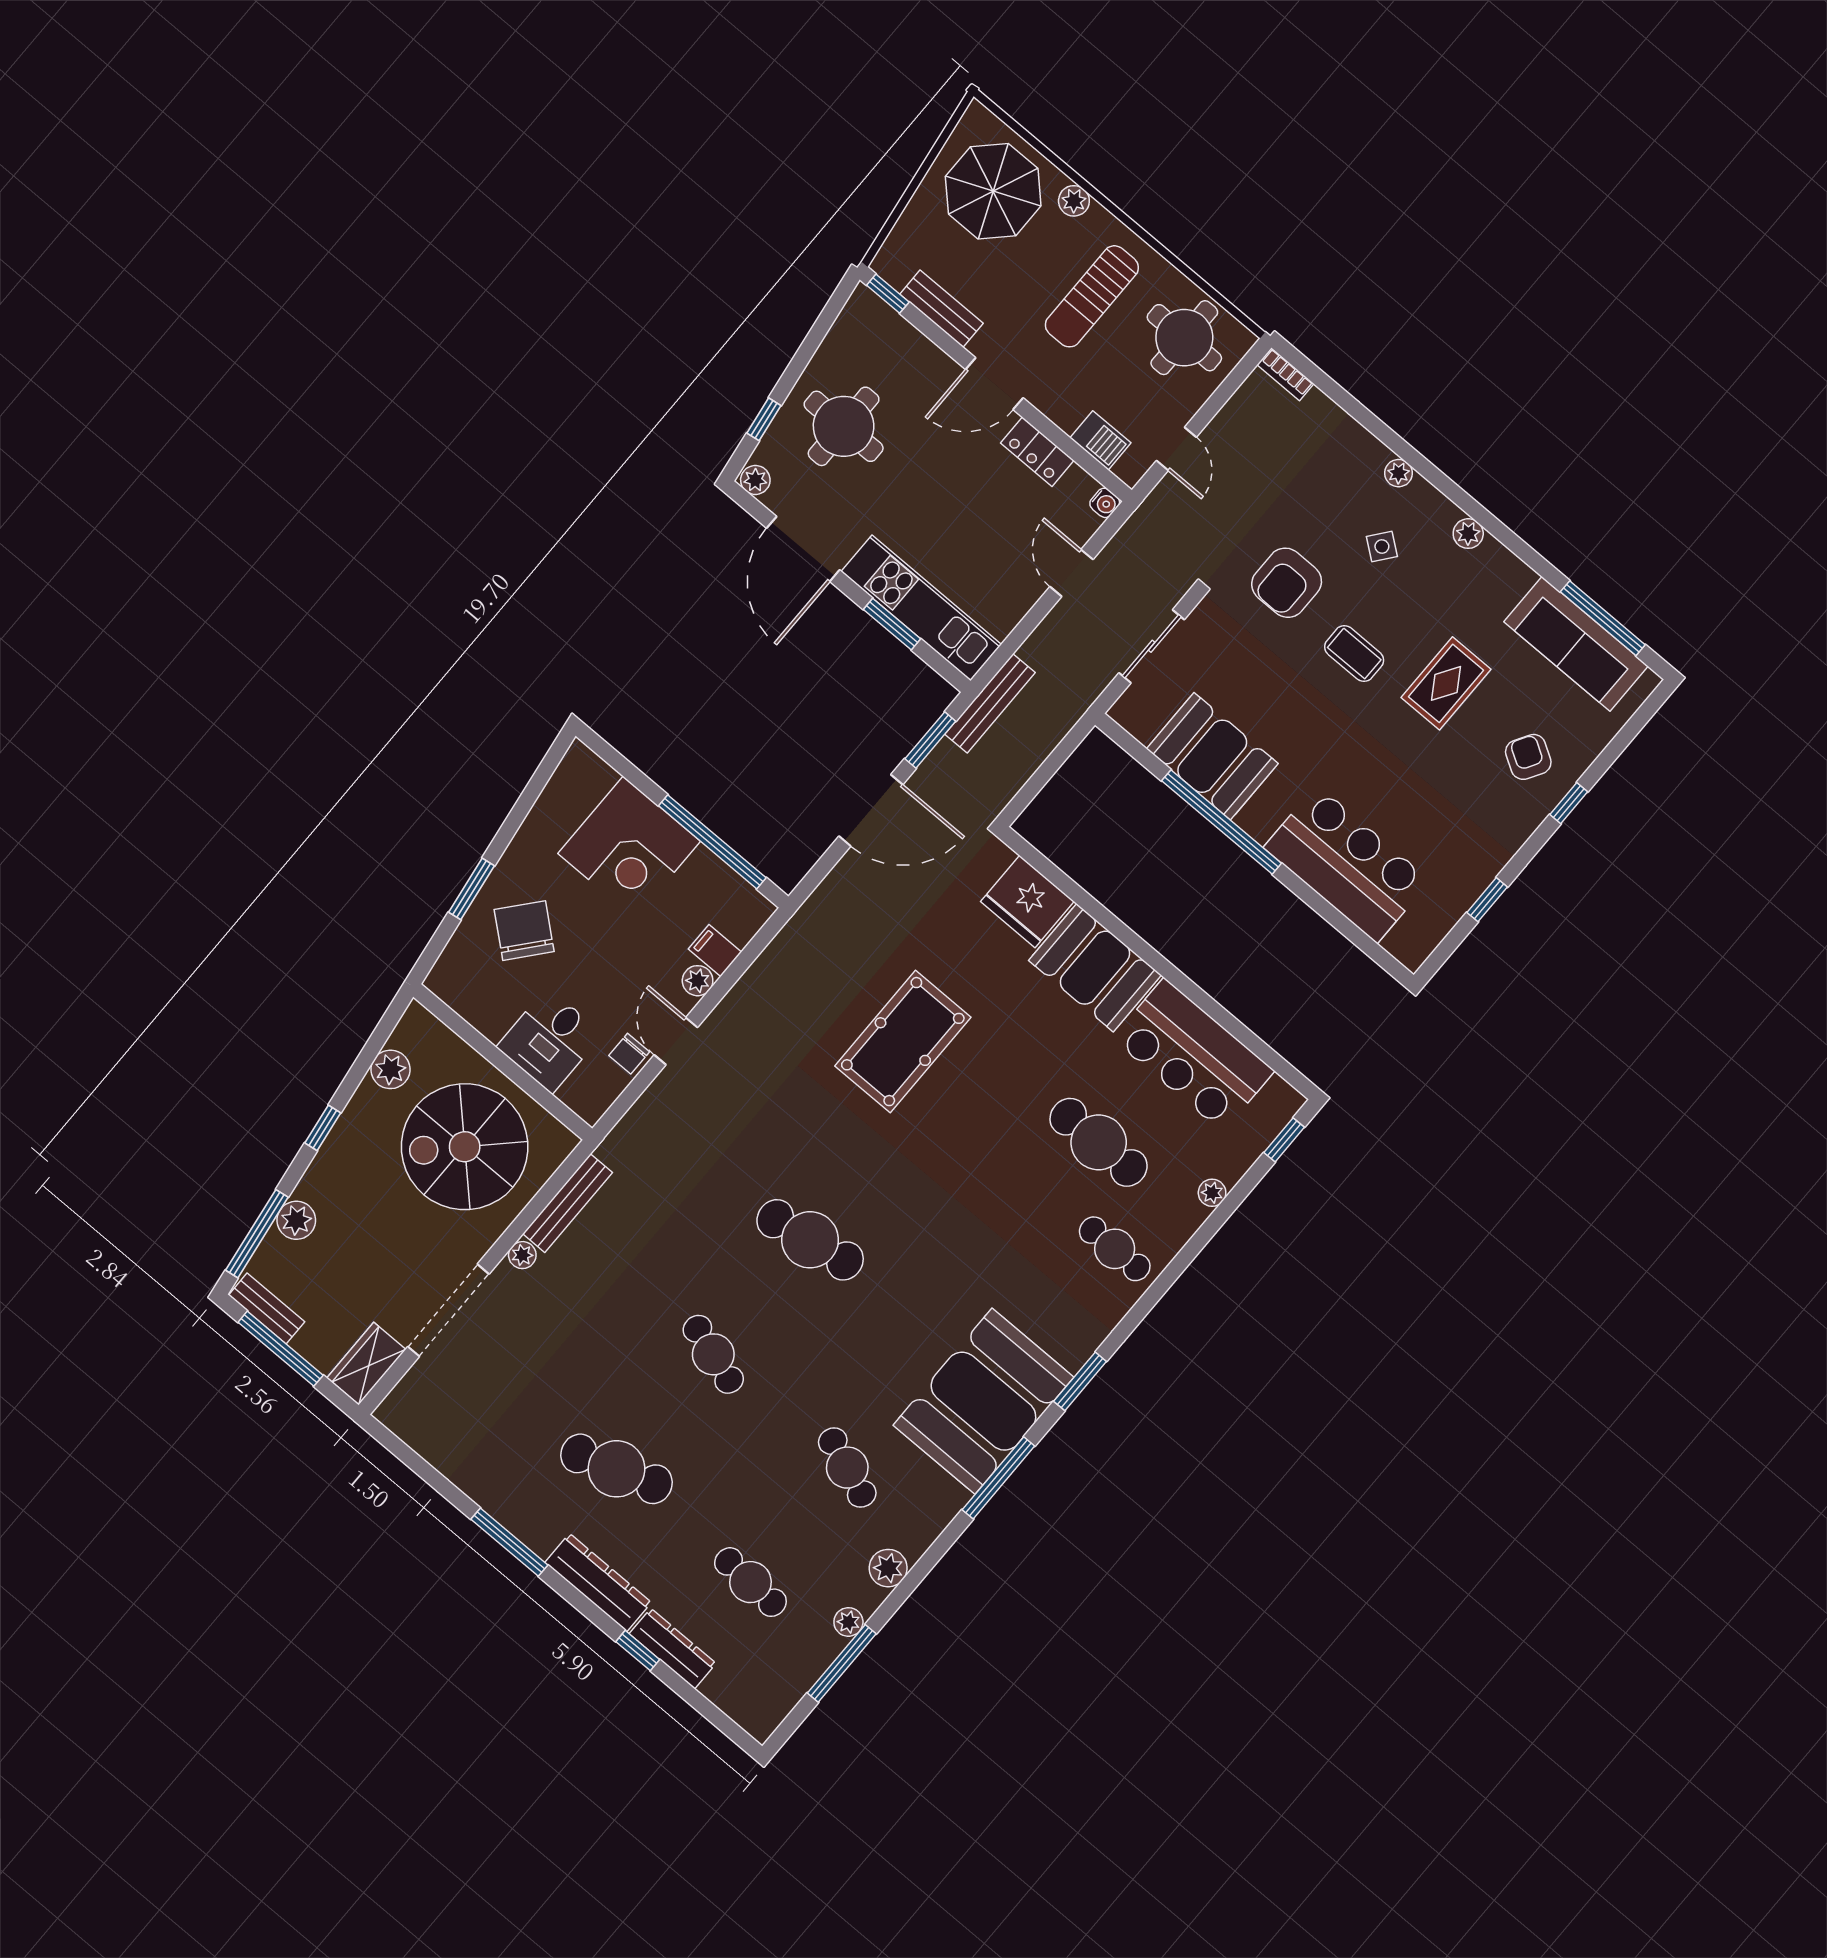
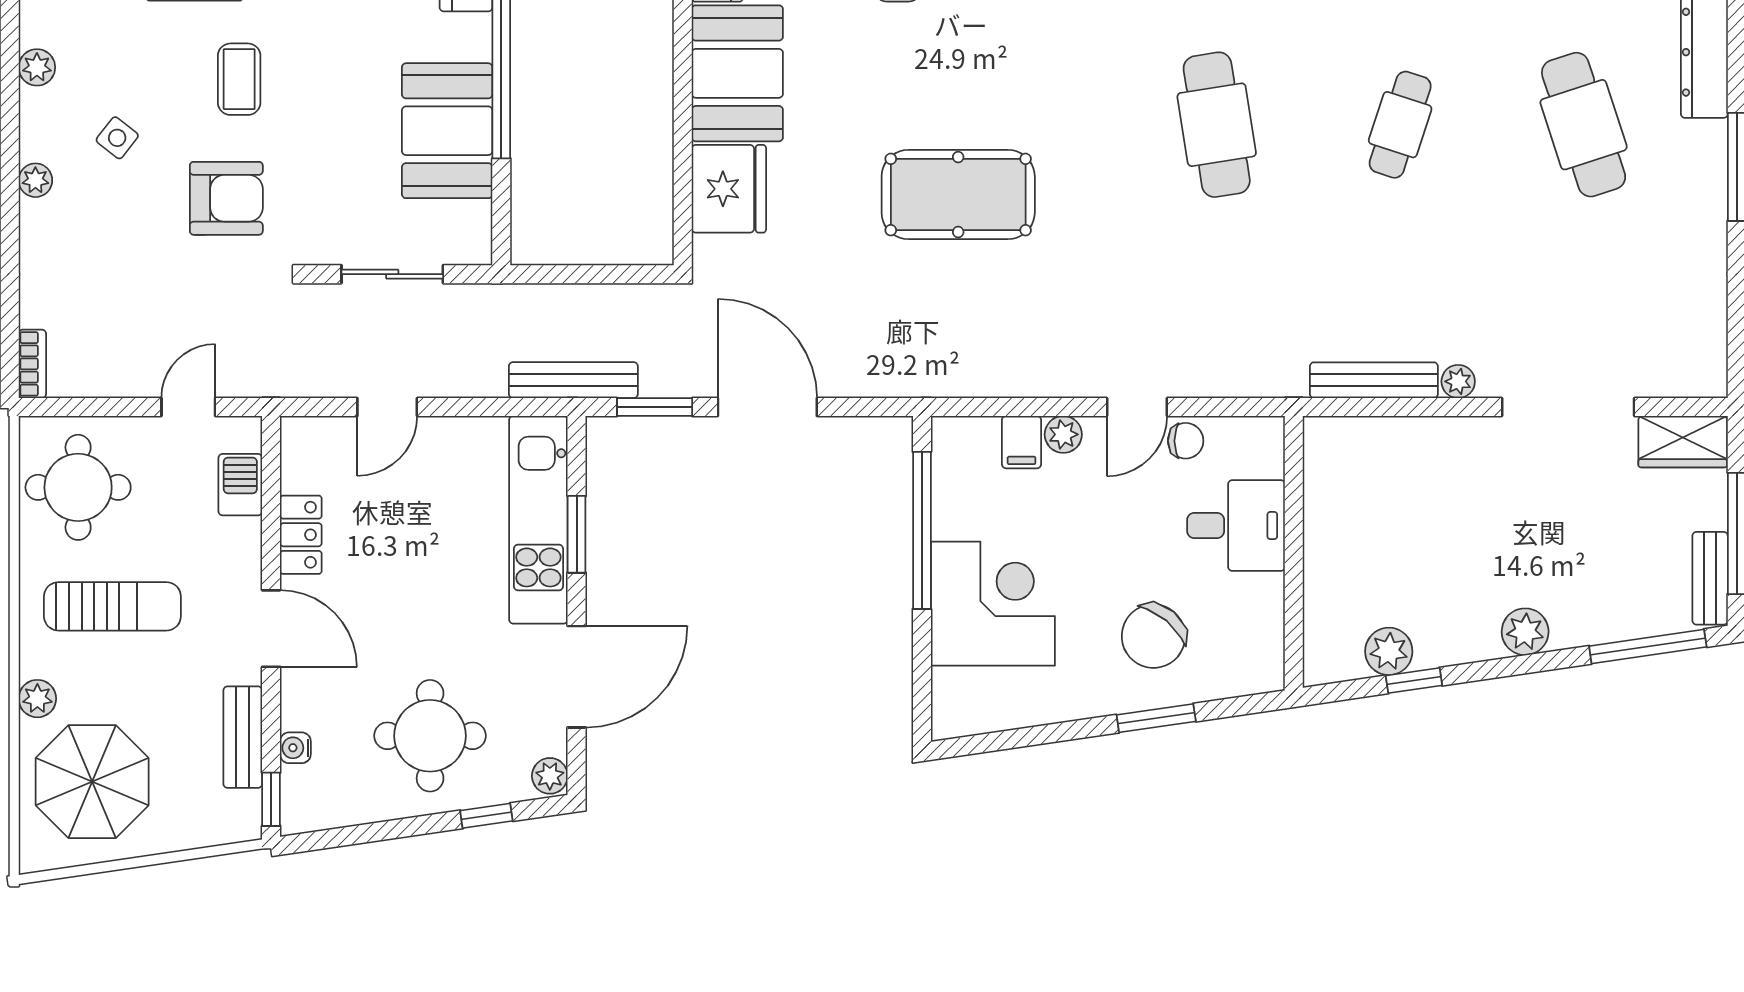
water cooler: (1105, 503) -> (295, 748), moved, turned -90
window: (323, 1128) -> (1414, 681), moved
spiral stairs: (465, 1147) -> (1402, 521), removed
plant: (296, 1220) -> (1525, 632), moved

